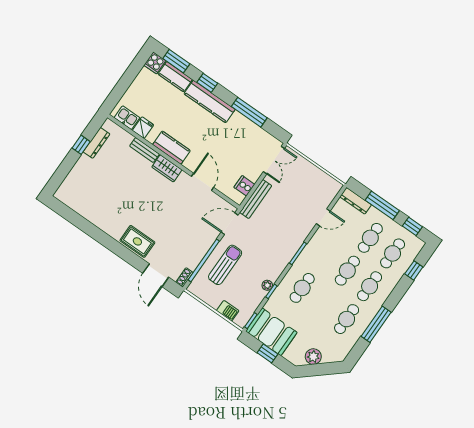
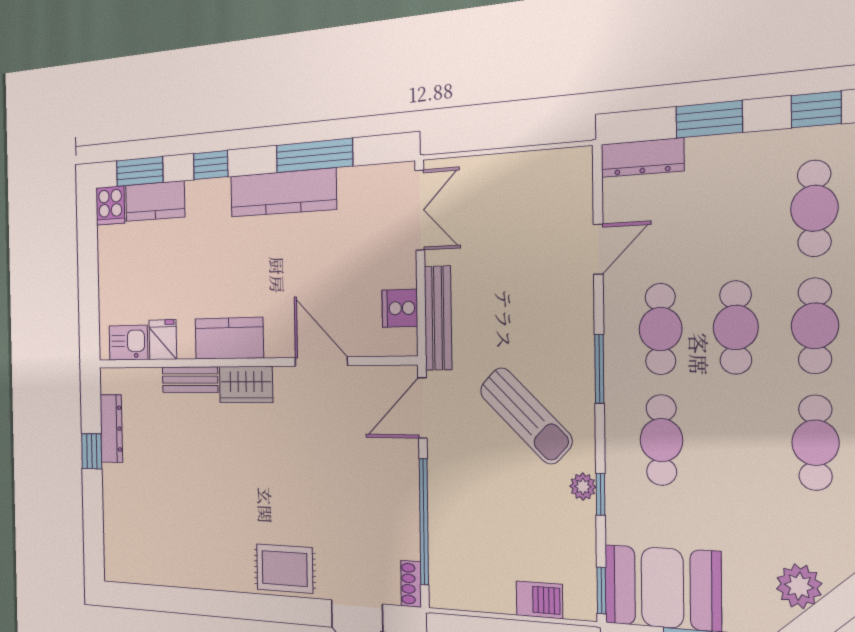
kitchen counter: (210, 102) -> (283, 193), moved
window: (382, 205) -> (709, 119), width x0.69
cafe table: (370, 238) -> (660, 329), moved
sun lounger: (225, 265) -> (526, 416), moved, turned 134

